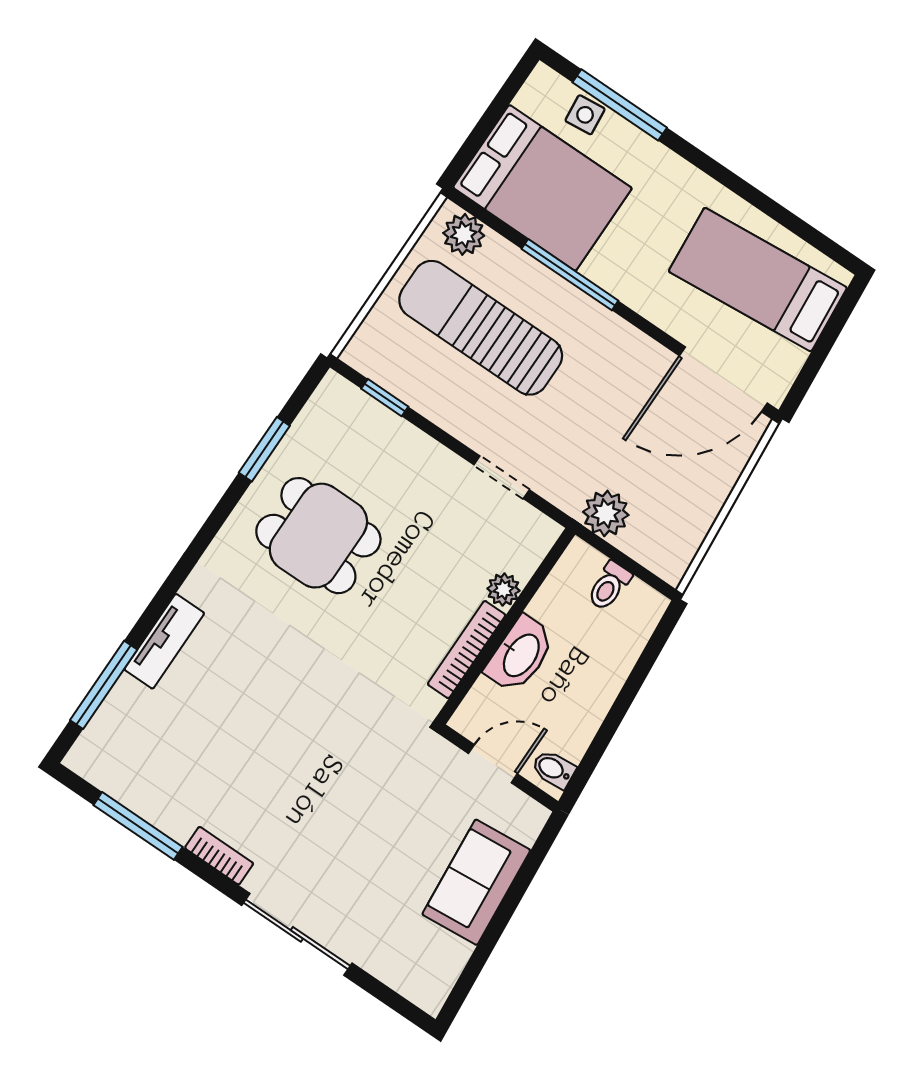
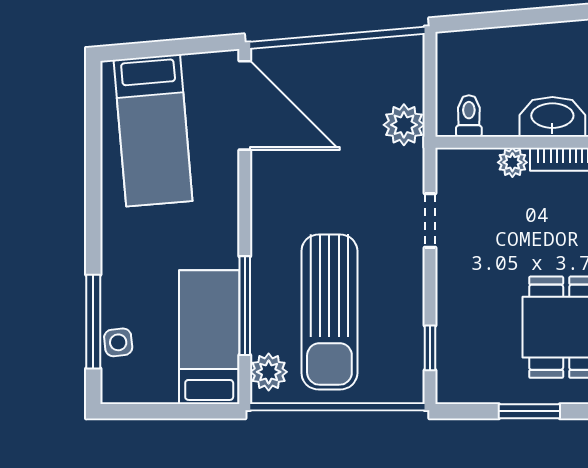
bed: (542, 188) -> (209, 337), width x0.67
window: (570, 275) -> (245, 306), moved
toilet: (609, 586) -> (469, 116), moved, turned -90

